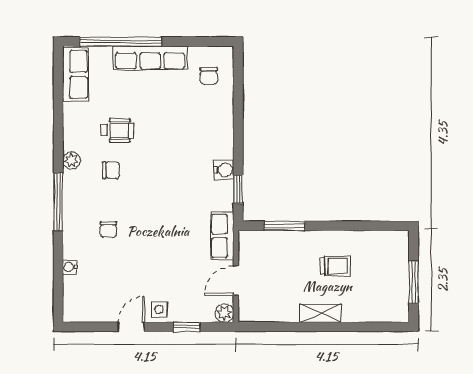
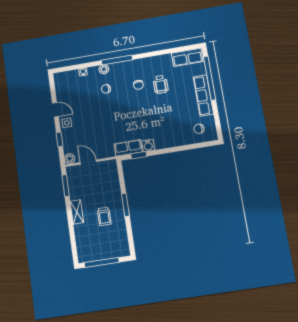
plant: (71, 160) -> (104, 69), moved
window: (284, 226) -> (125, 205), moved
row of seats: (222, 236) -> (128, 148), moved
window: (414, 282) -> (102, 262), width x1.44
window: (271, 327) -> (66, 186), added

